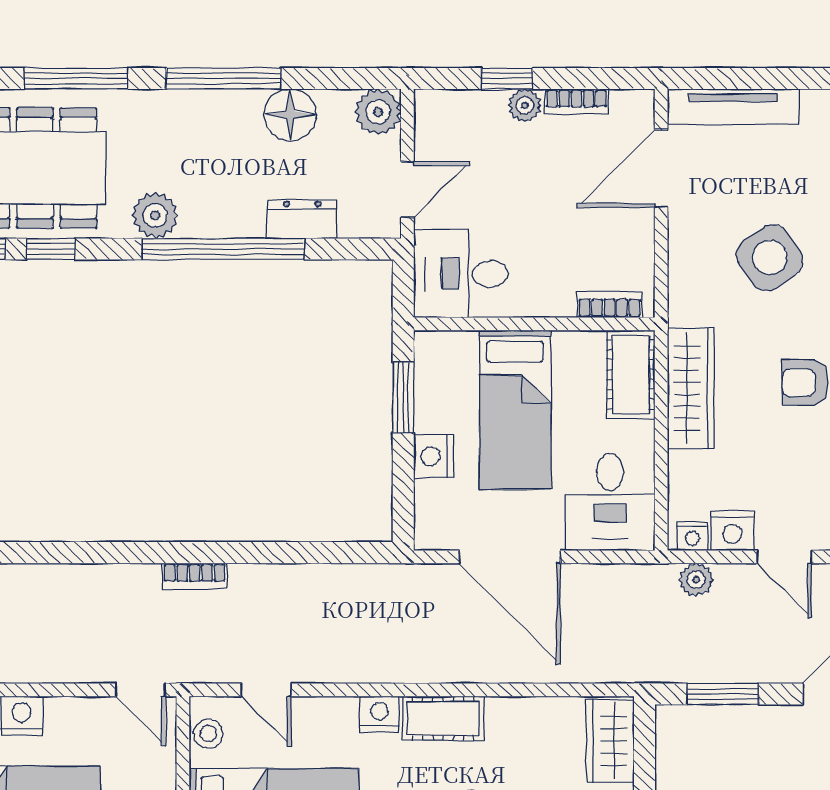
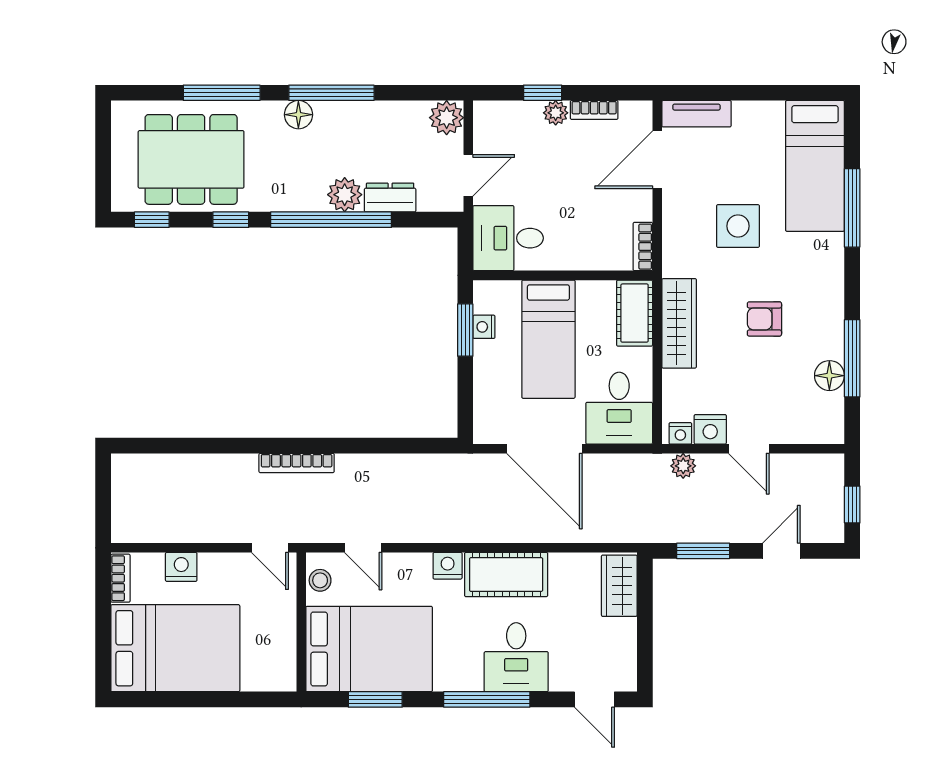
tv unit: (733, 107) -> (696, 114), width x0.71
floor lamp: (290, 115) -> (298, 115), moved, width x0.73, depth x0.73
plant: (155, 215) -> (345, 195), moved
window: (51, 249) -> (231, 220), moved
side table: (770, 258) -> (738, 226), turned 34
bookcase: (610, 305) -> (643, 247), moved, turned -90
nightstand: (434, 456) -> (484, 327), moved, width x0.72, depth x0.74
bookcase: (195, 576) -> (297, 463), width x1.56
cot: (443, 718) -> (506, 575), width x1.37, depth x1.34

